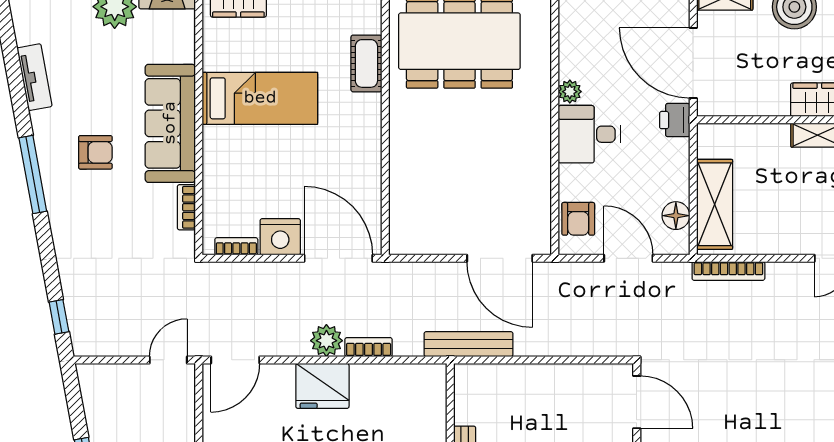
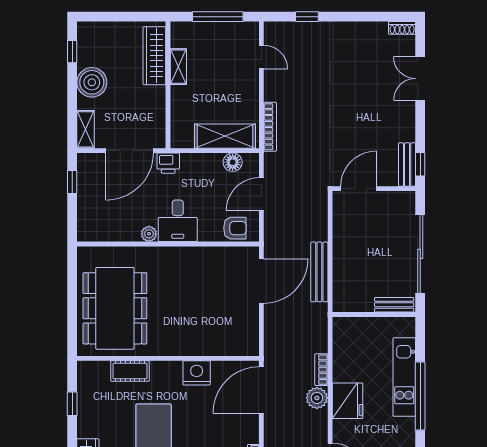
nightstand: (280, 237) -> (197, 373), moved, turned -90
bench: (468, 344) -> (319, 272), moved

